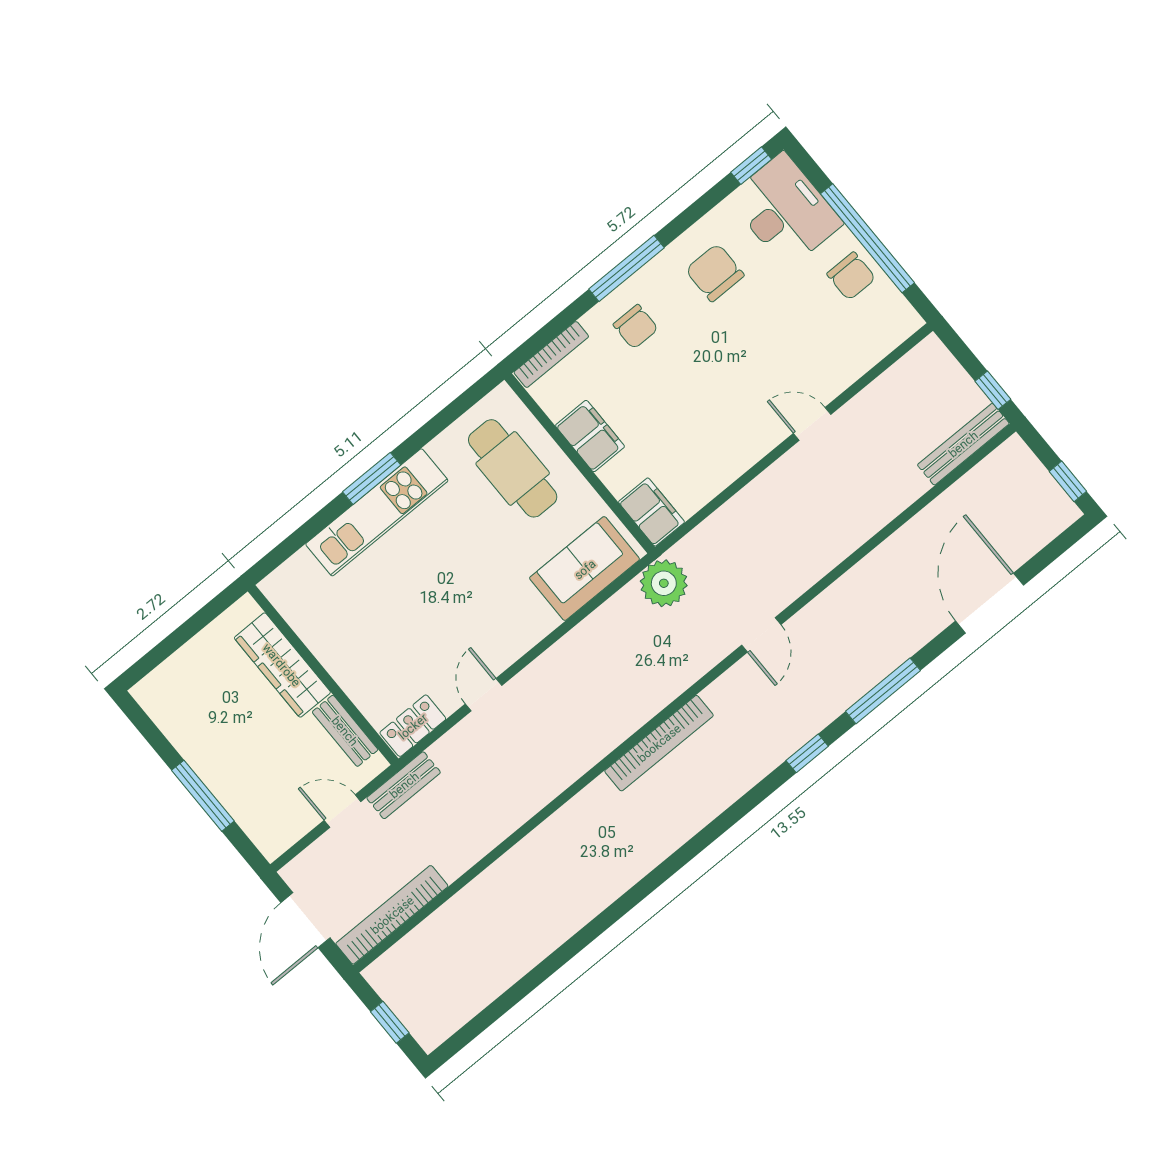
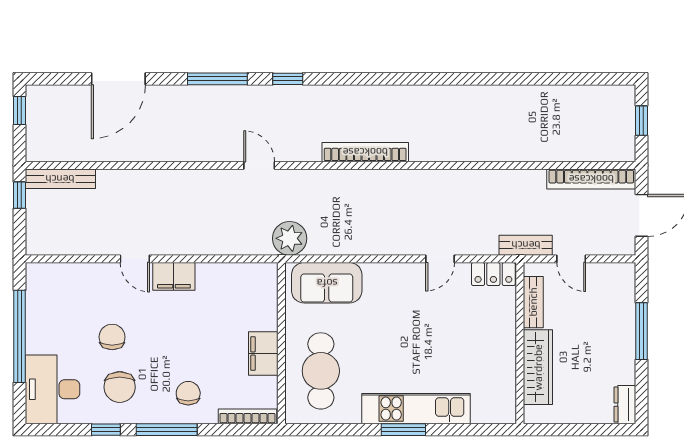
window: (751, 166) -> (106, 430), moved
chair: (851, 276) -> (112, 337), moved
filing cabinet: (651, 512) -> (174, 276), moved, turned -90
door: (761, 635) -> (259, 165), hinge flipped
dresser: (156, 702) -> (625, 405), added

